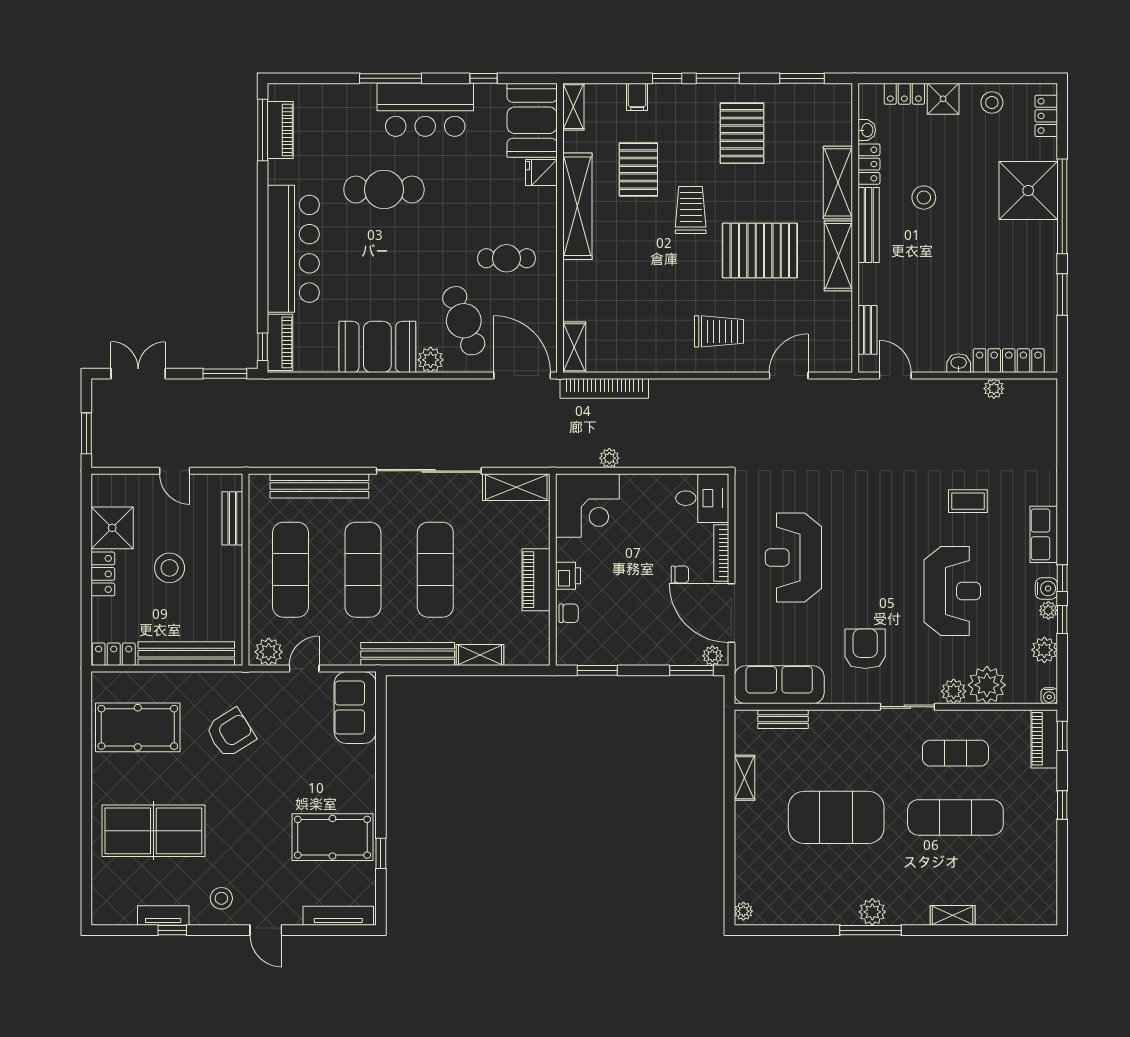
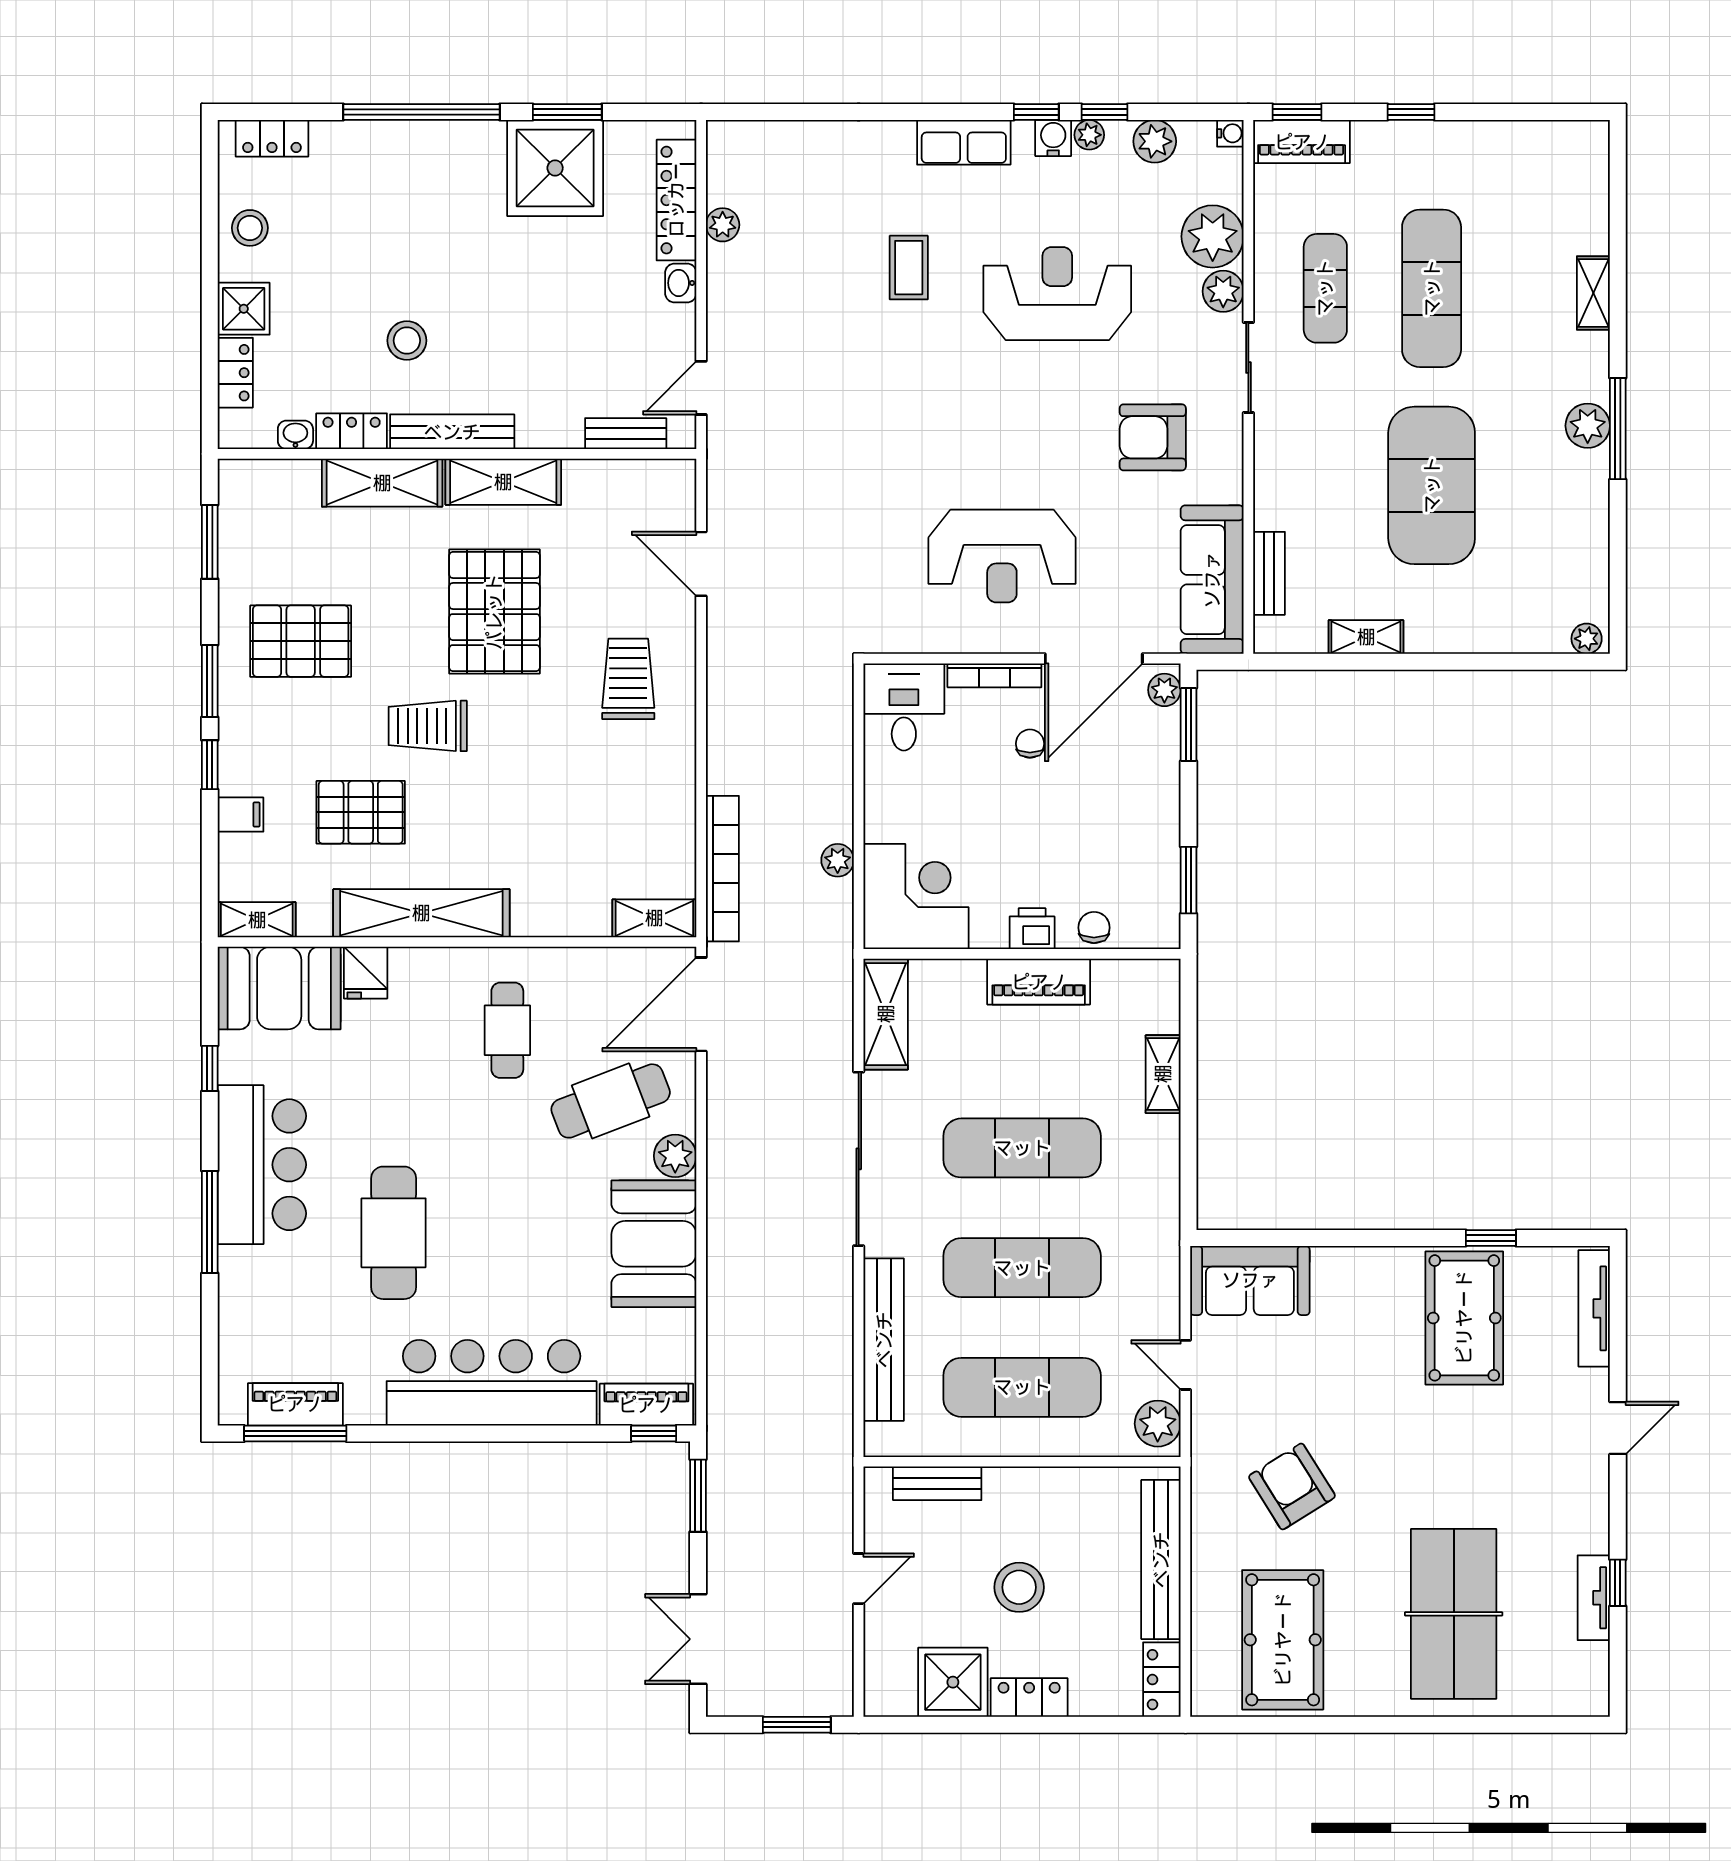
shower: (1028, 191) -> (555, 168), moved
bench: (408, 654) -> (1162, 1194), removed
stool: (221, 898) -> (1565, 1502), removed

